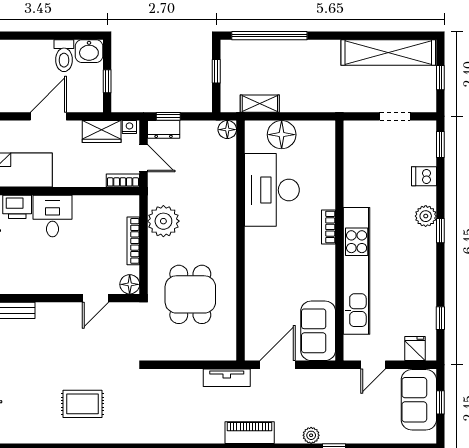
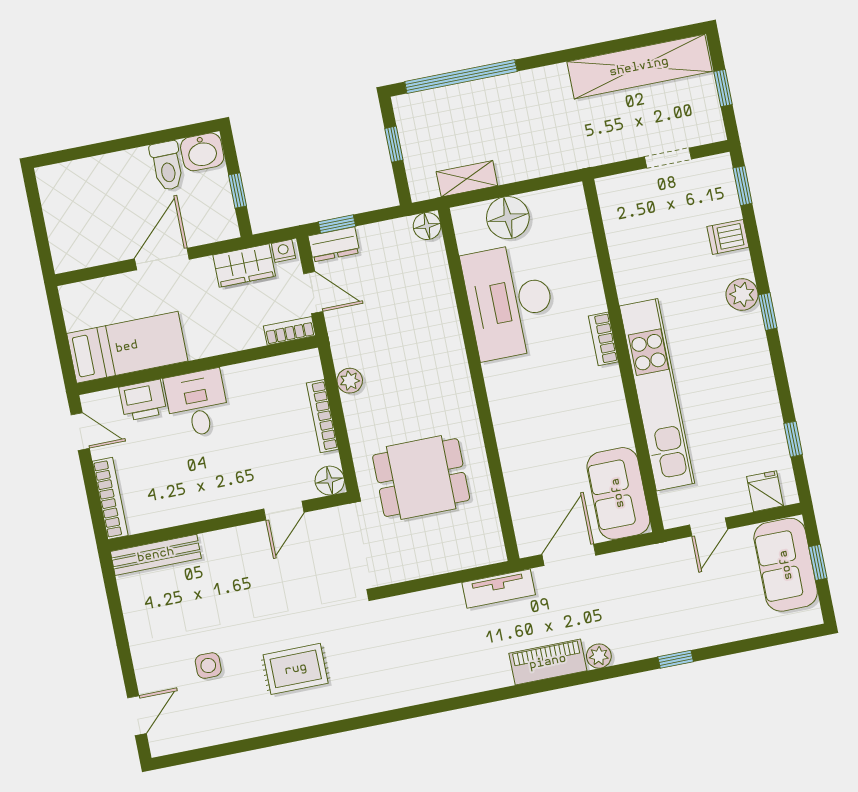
plant: (163, 221) -> (350, 381), width x0.53, depth x0.53
dining table: (190, 294) -> (421, 478), turned 90
side table: (25, 390) -> (208, 666), added
plant: (311, 435) -> (599, 656), moved

